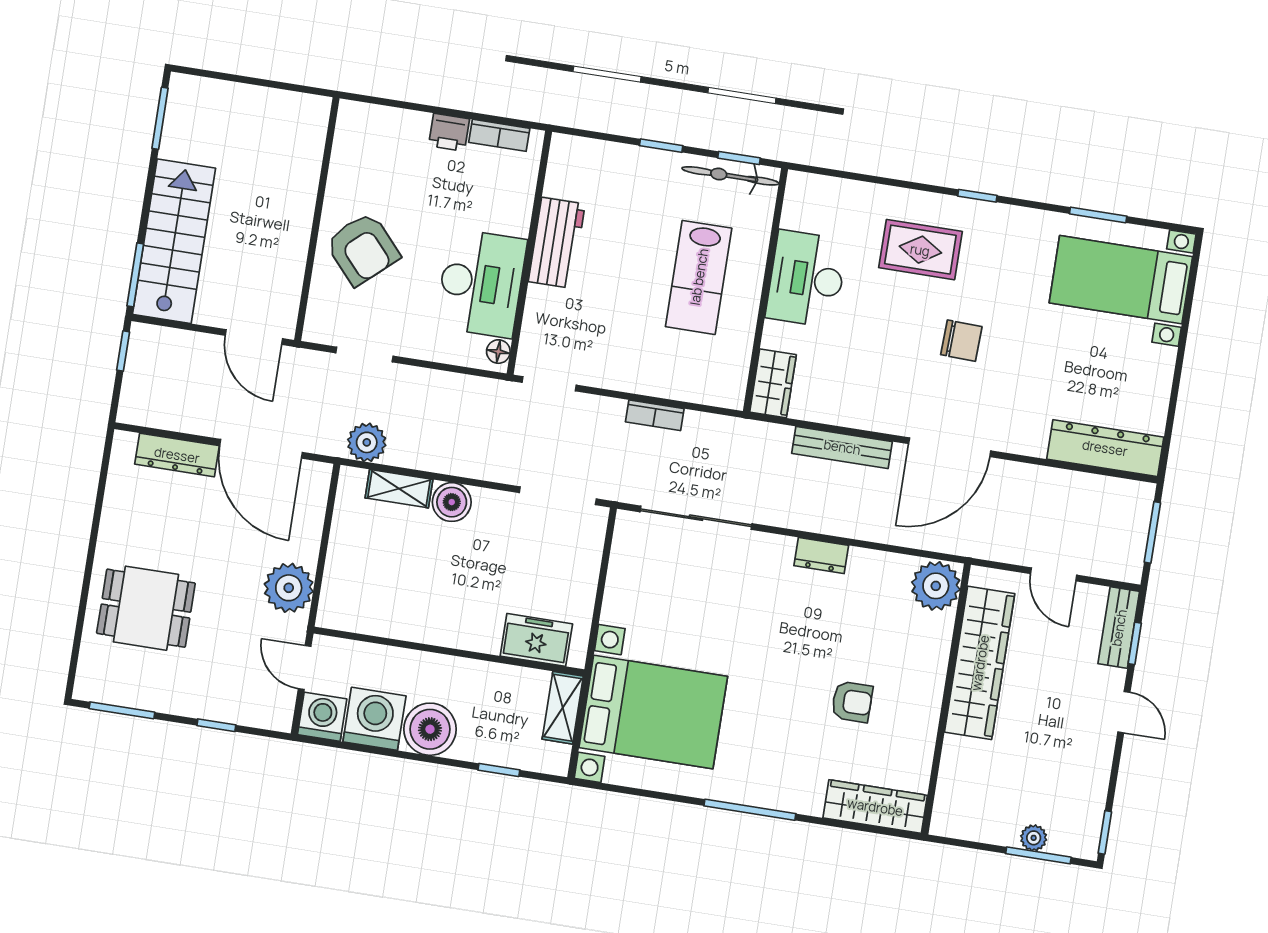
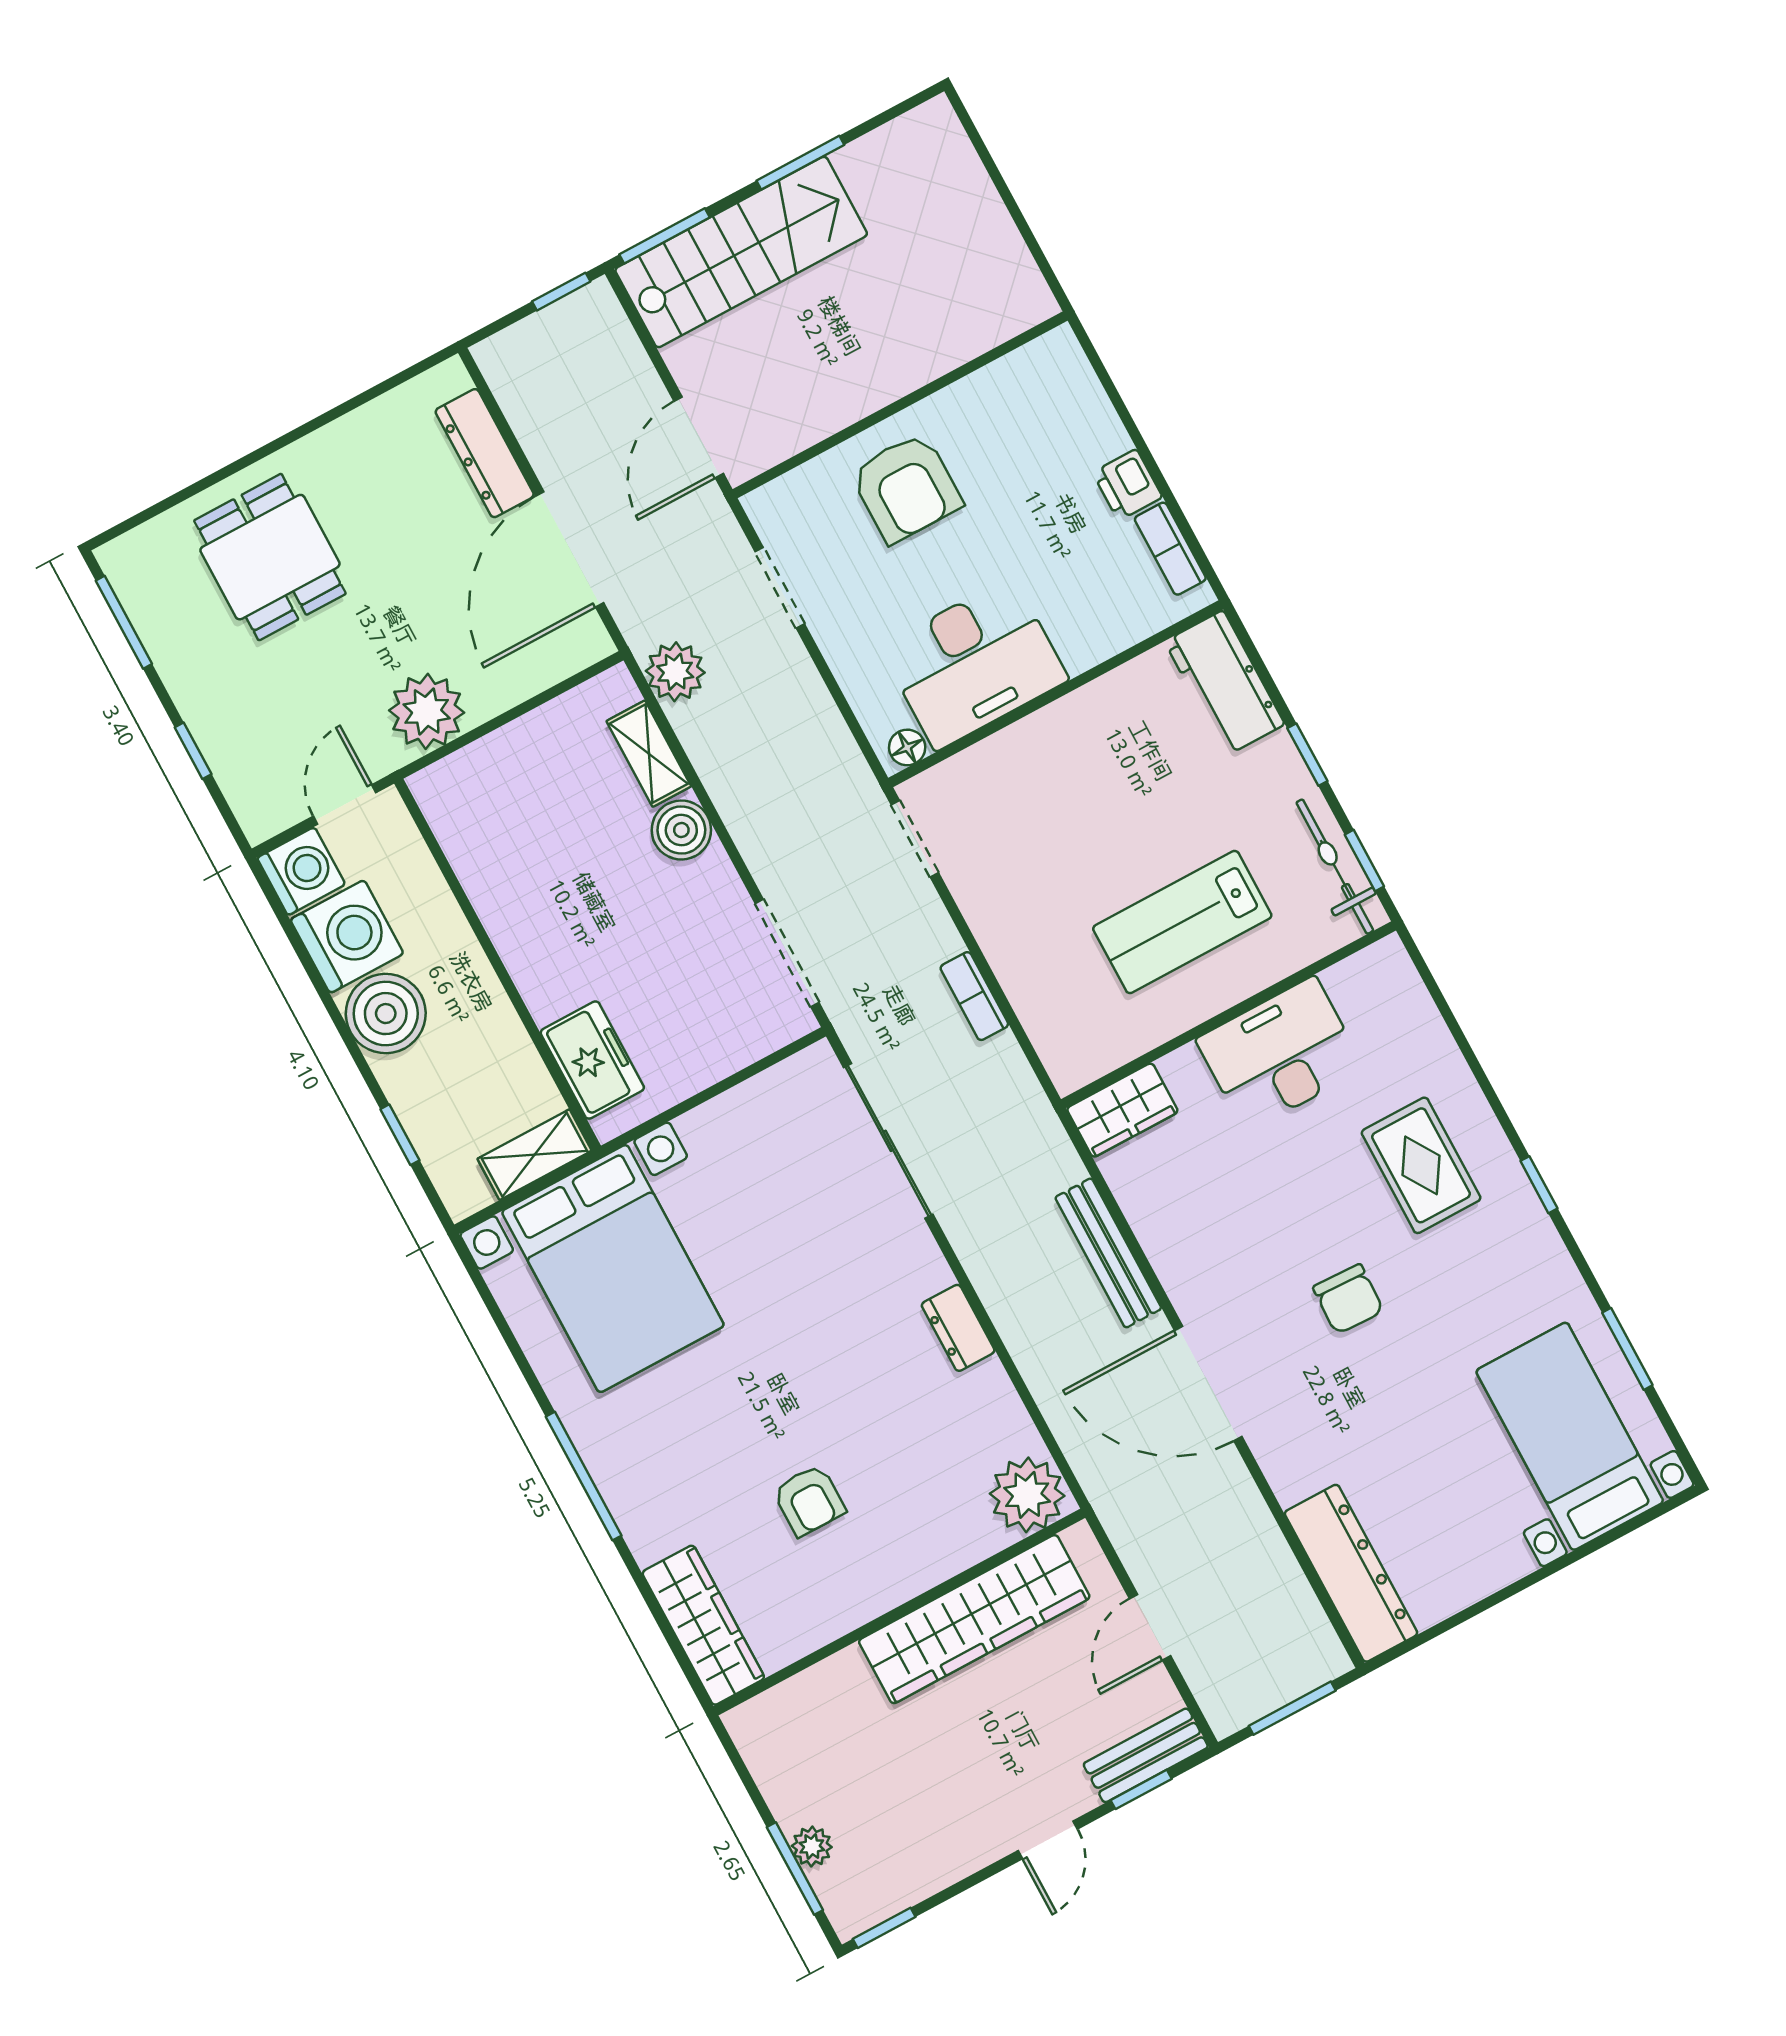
window: (160, 118) -> (800, 163), moved
workbench: (557, 243) -> (1225, 683), moved, turned 90
armchair: (363, 249) -> (906, 488), turned -48

